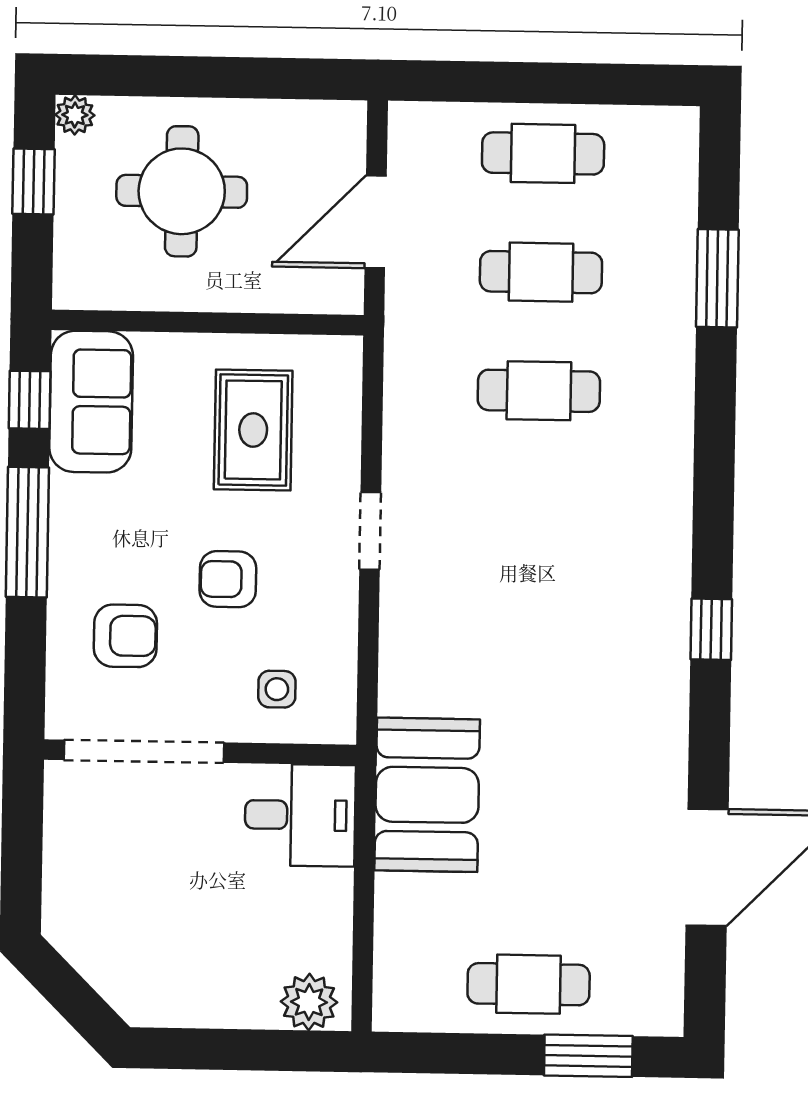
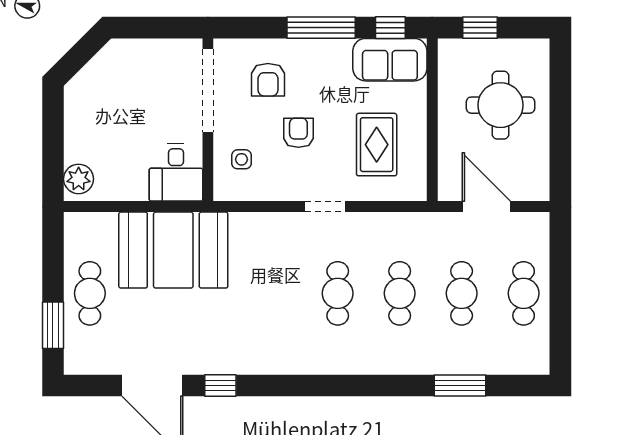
plant: (75, 115) -> (539, 49), removed
window: (33, 182) -> (480, 28), moved
rug: (253, 430) -> (377, 145), turned 90
cafe table: (537, 509) -> (338, 293), added
window: (711, 629) -> (220, 385), moved
booth: (427, 795) -> (173, 250), width x1.36, depth x1.42

